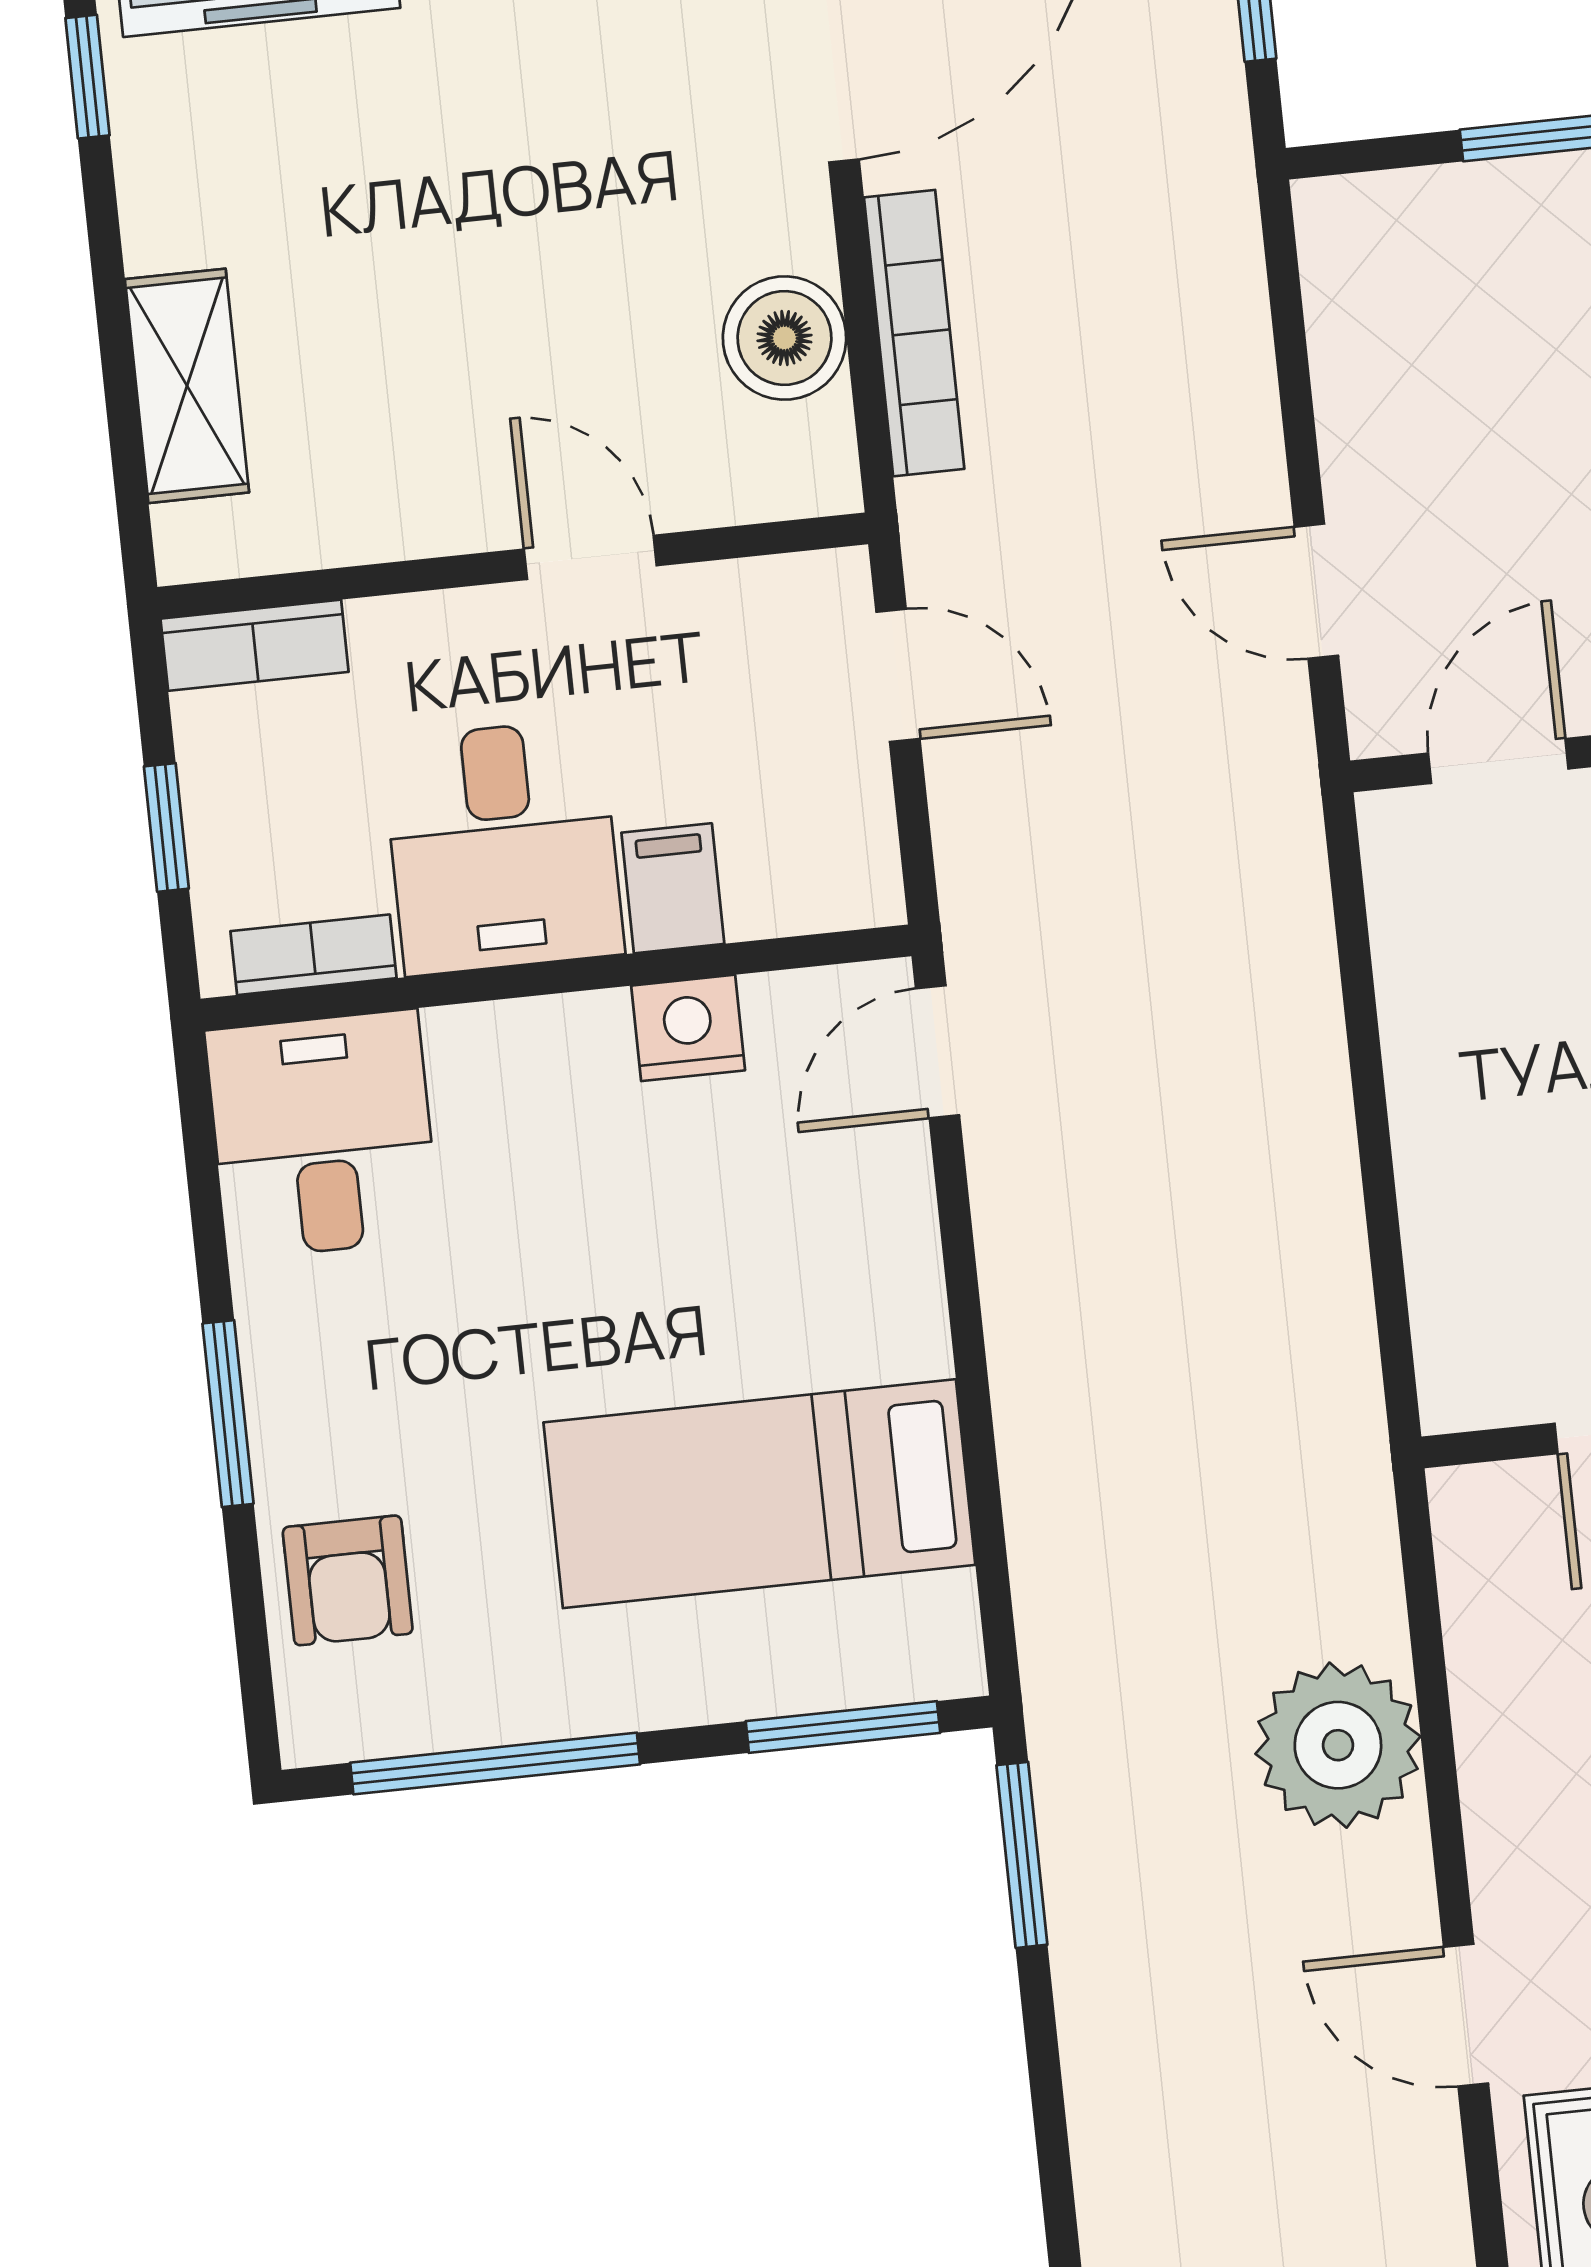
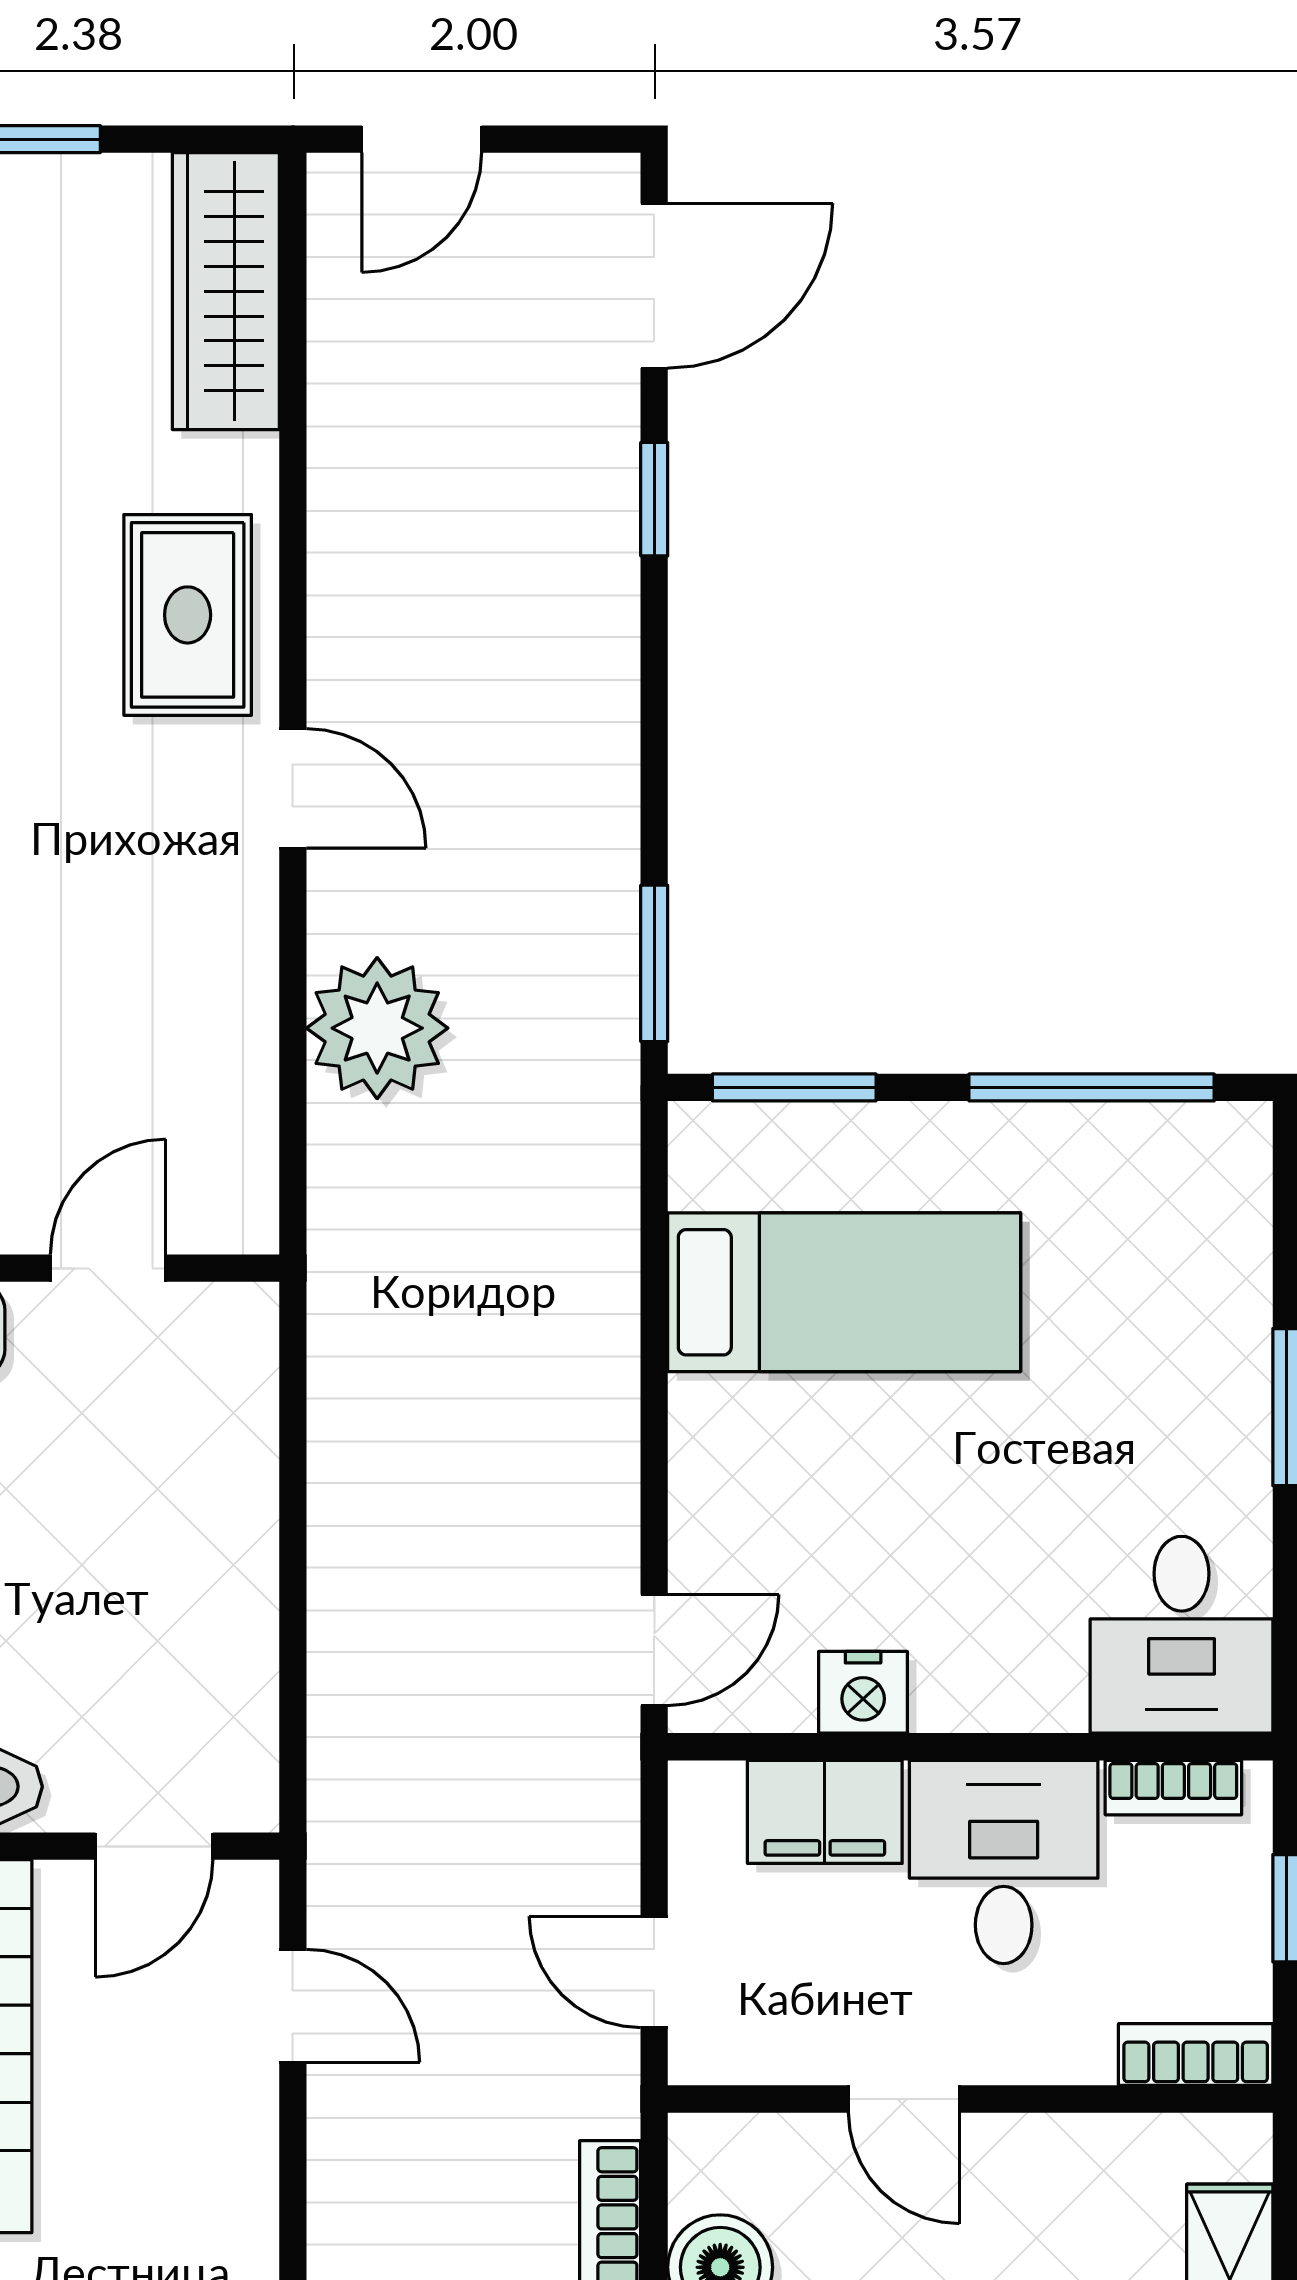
filing cabinet: (673, 888) -> (825, 1812), width x2.00
armchair: (348, 1580) -> (1200, 1255), removed

